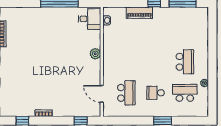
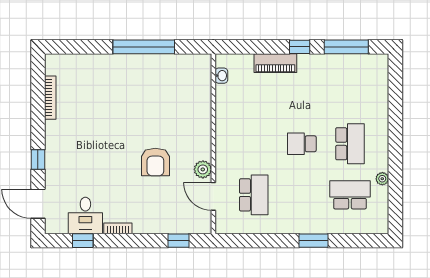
desk: (90, 19) -> (85, 216), moved, turned 90
plant: (95, 54) -> (203, 169), moved
armchair: (67, 73) -> (155, 162), added
school desk: (156, 93) -> (302, 144), moved

